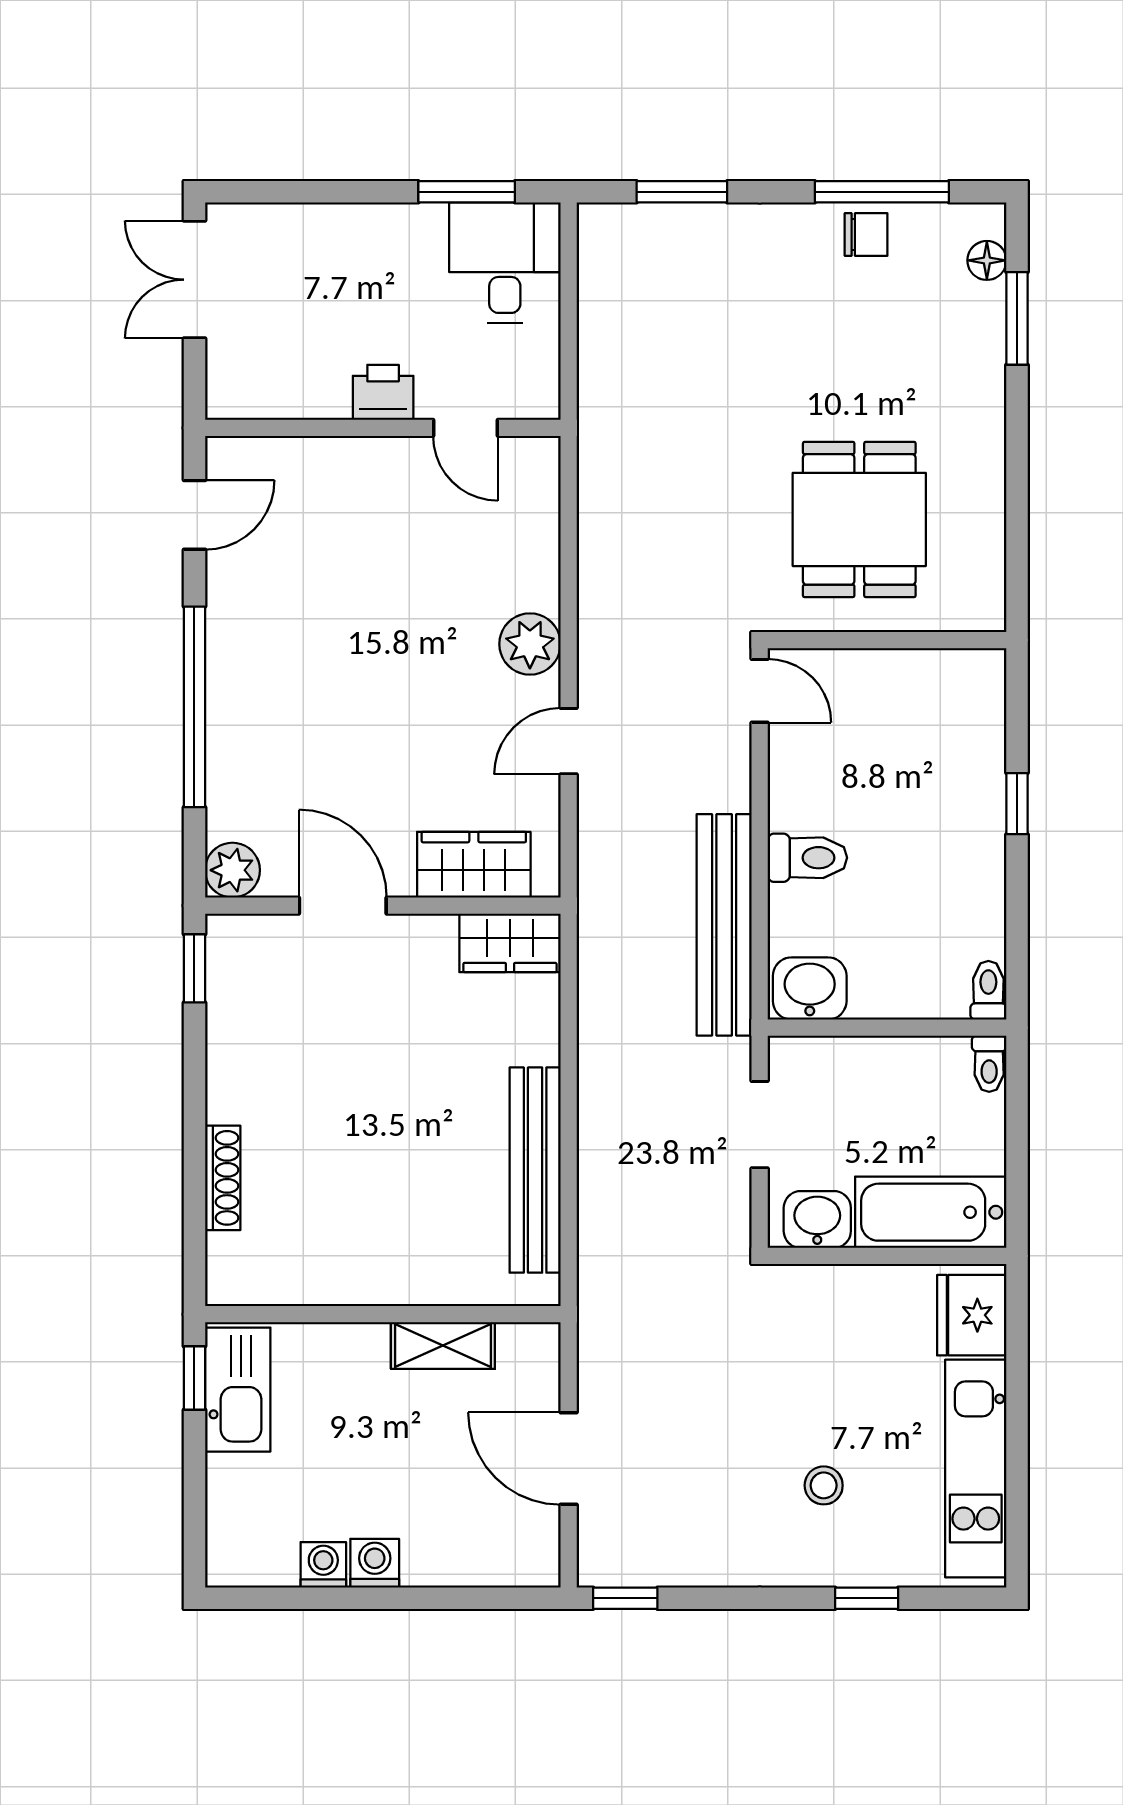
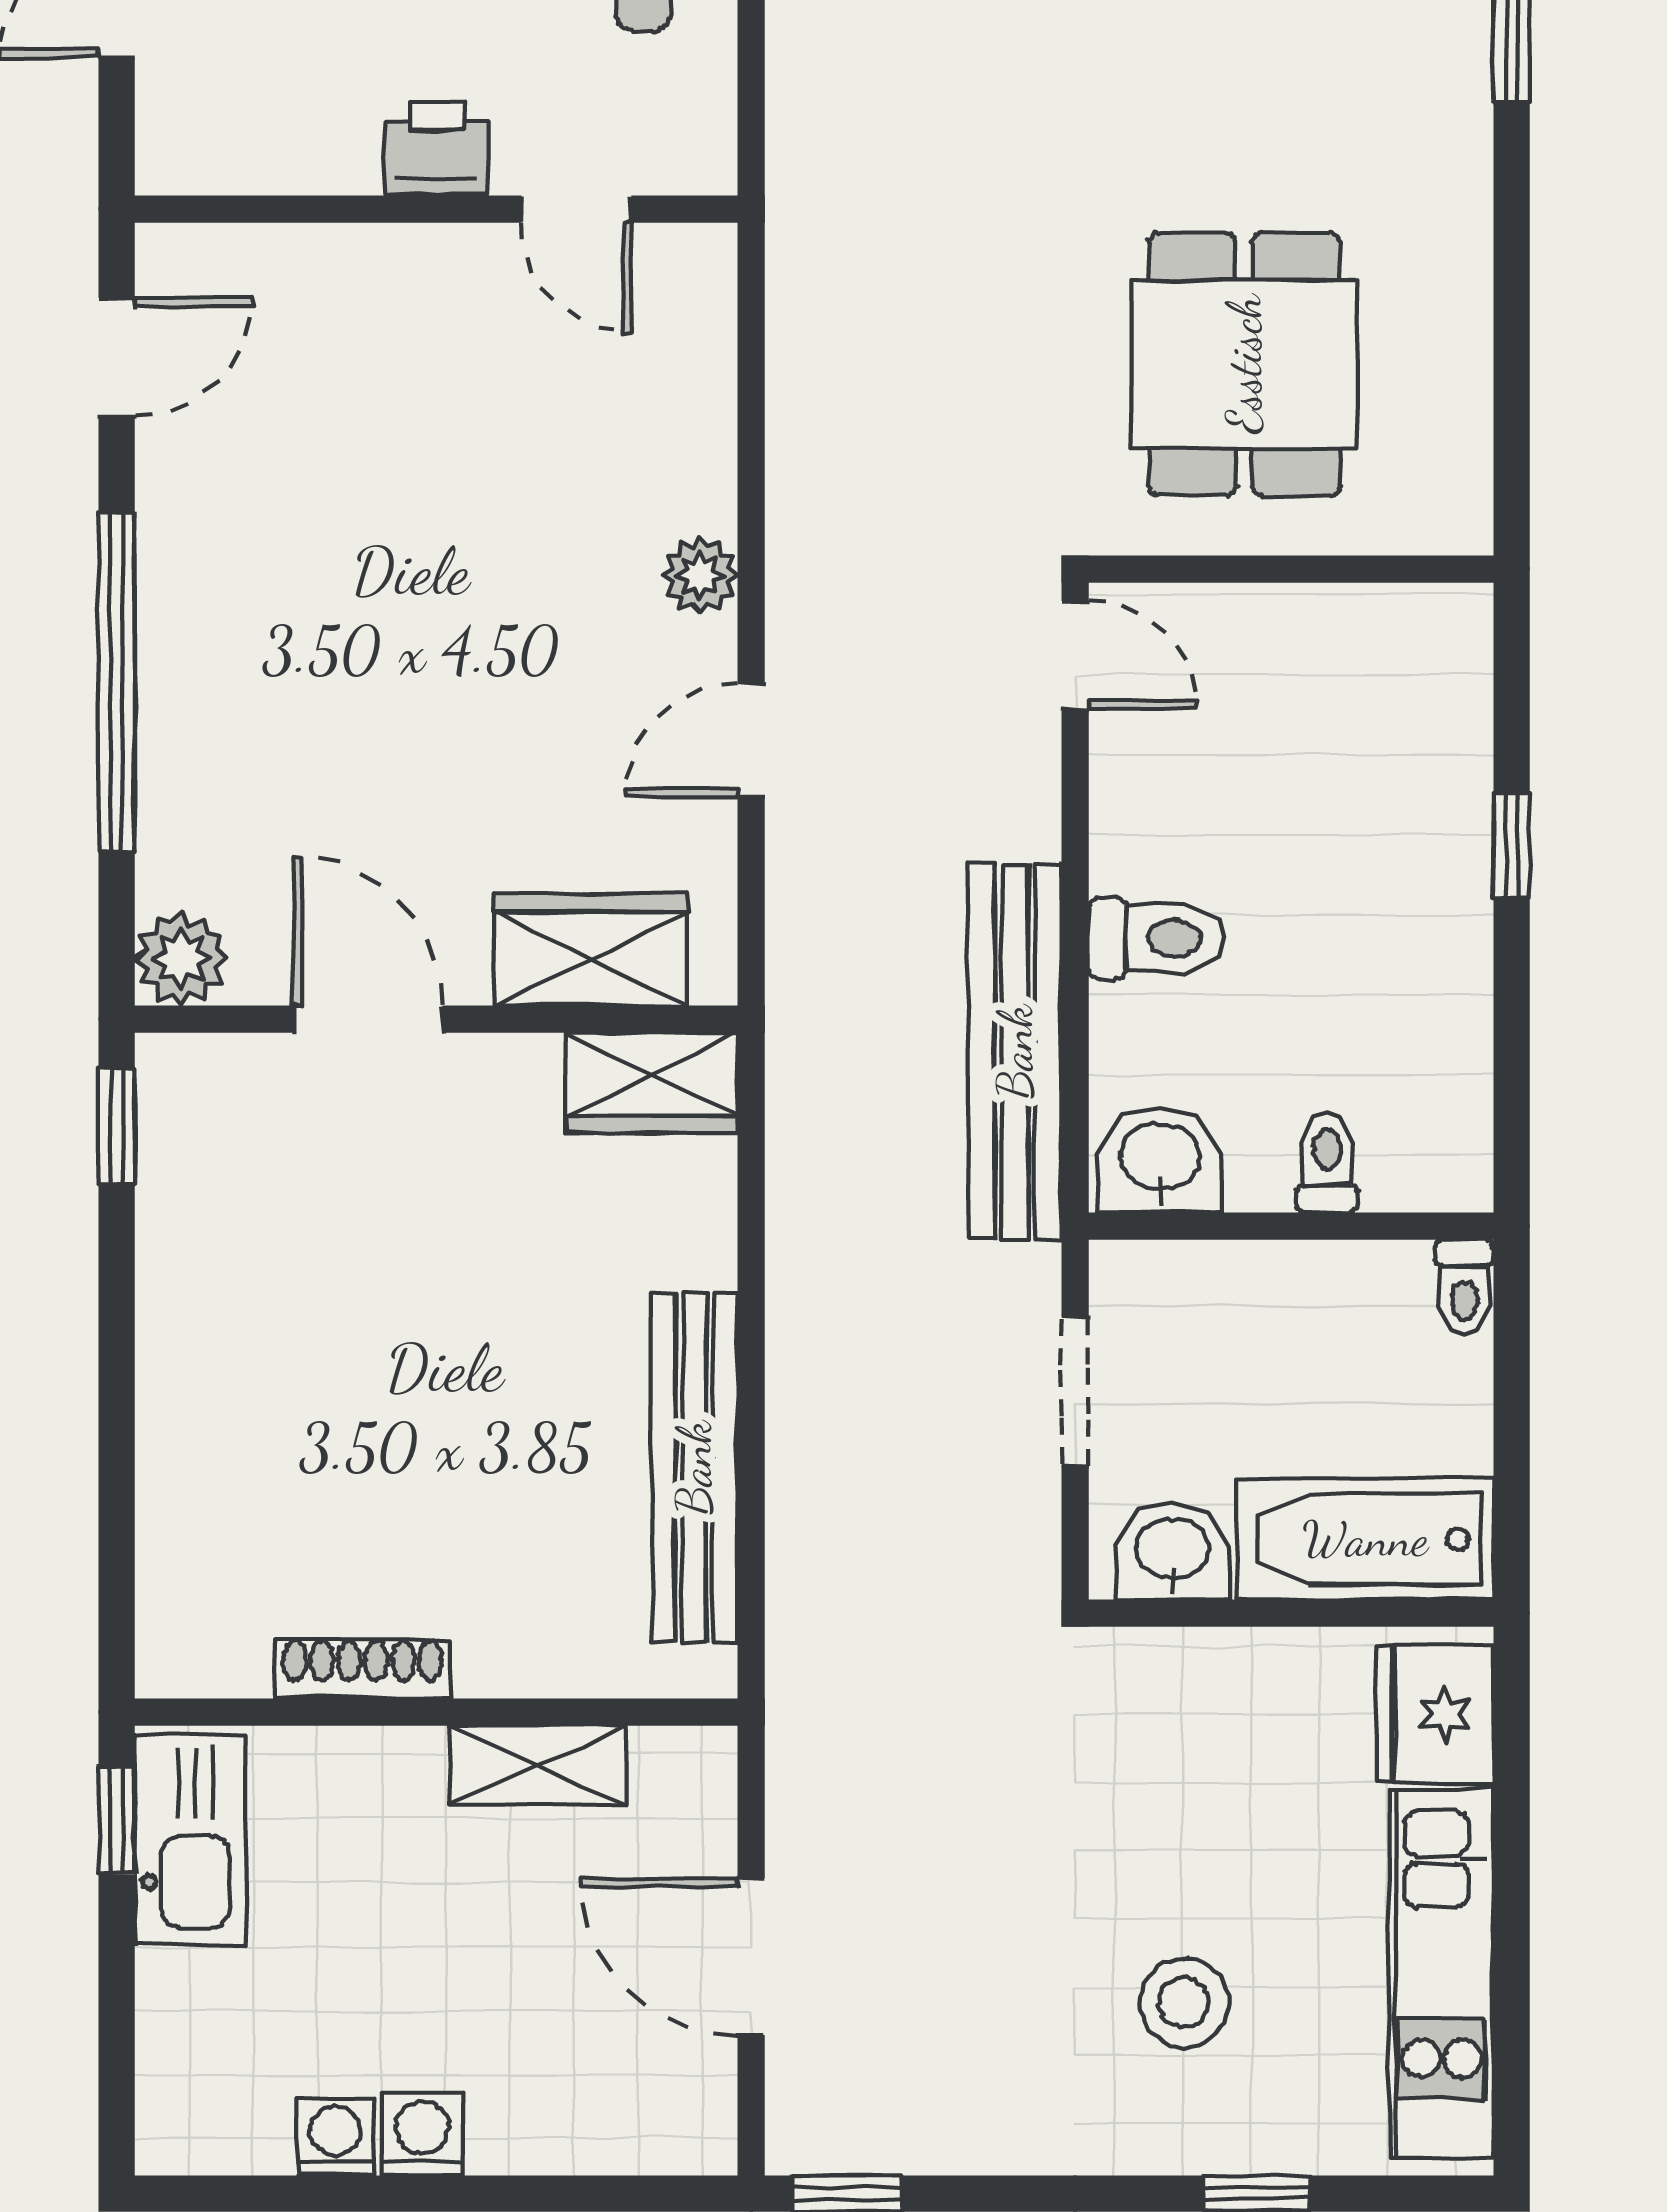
plant: (530, 644) -> (700, 576), width x0.73, depth x0.73
toilet: (988, 990) -> (1327, 1163), moved
shoe rack: (223, 1178) -> (363, 1668), moved, turned -90
stool: (824, 1485) -> (1184, 2002), width x1.37, depth x1.37

